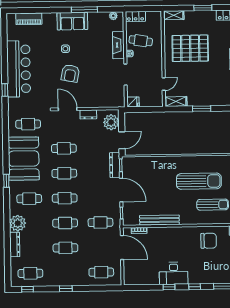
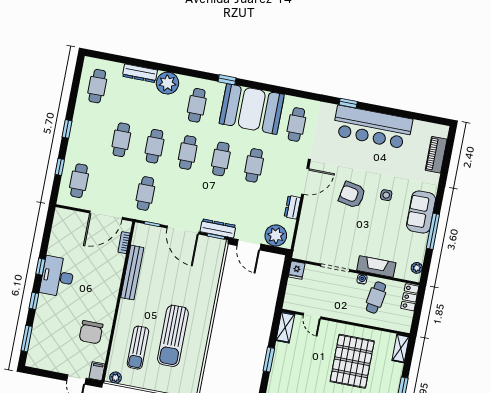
door: (121, 190) -> (183, 230), hinge flipped
window: (27, 289) -> (60, 167), moved

